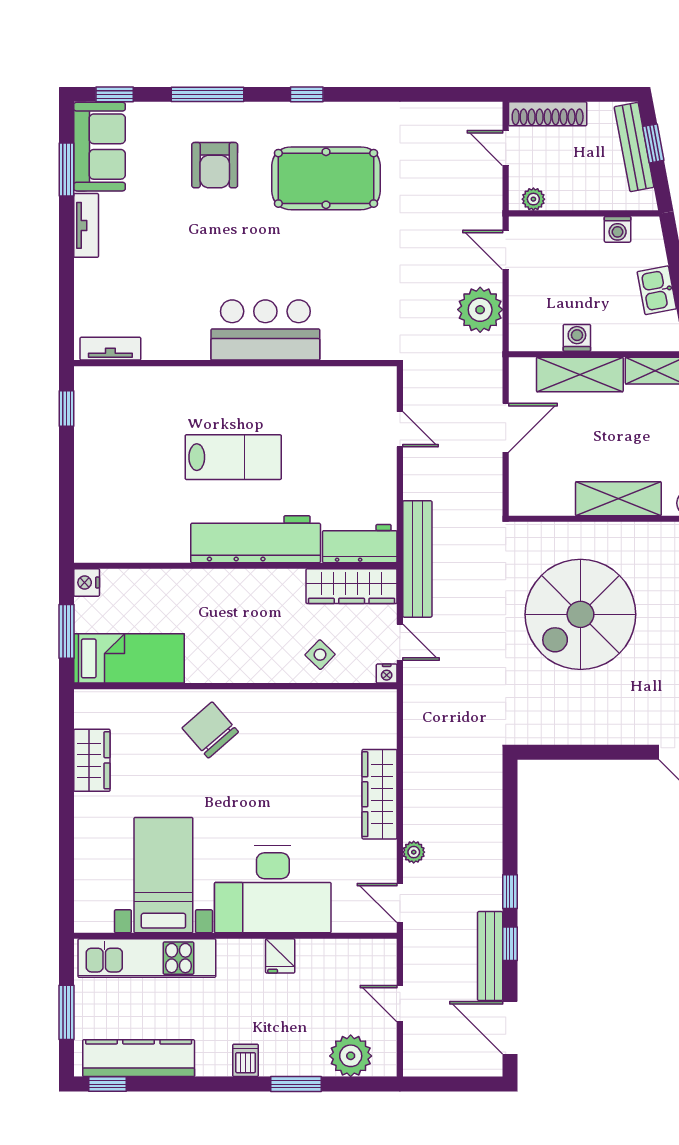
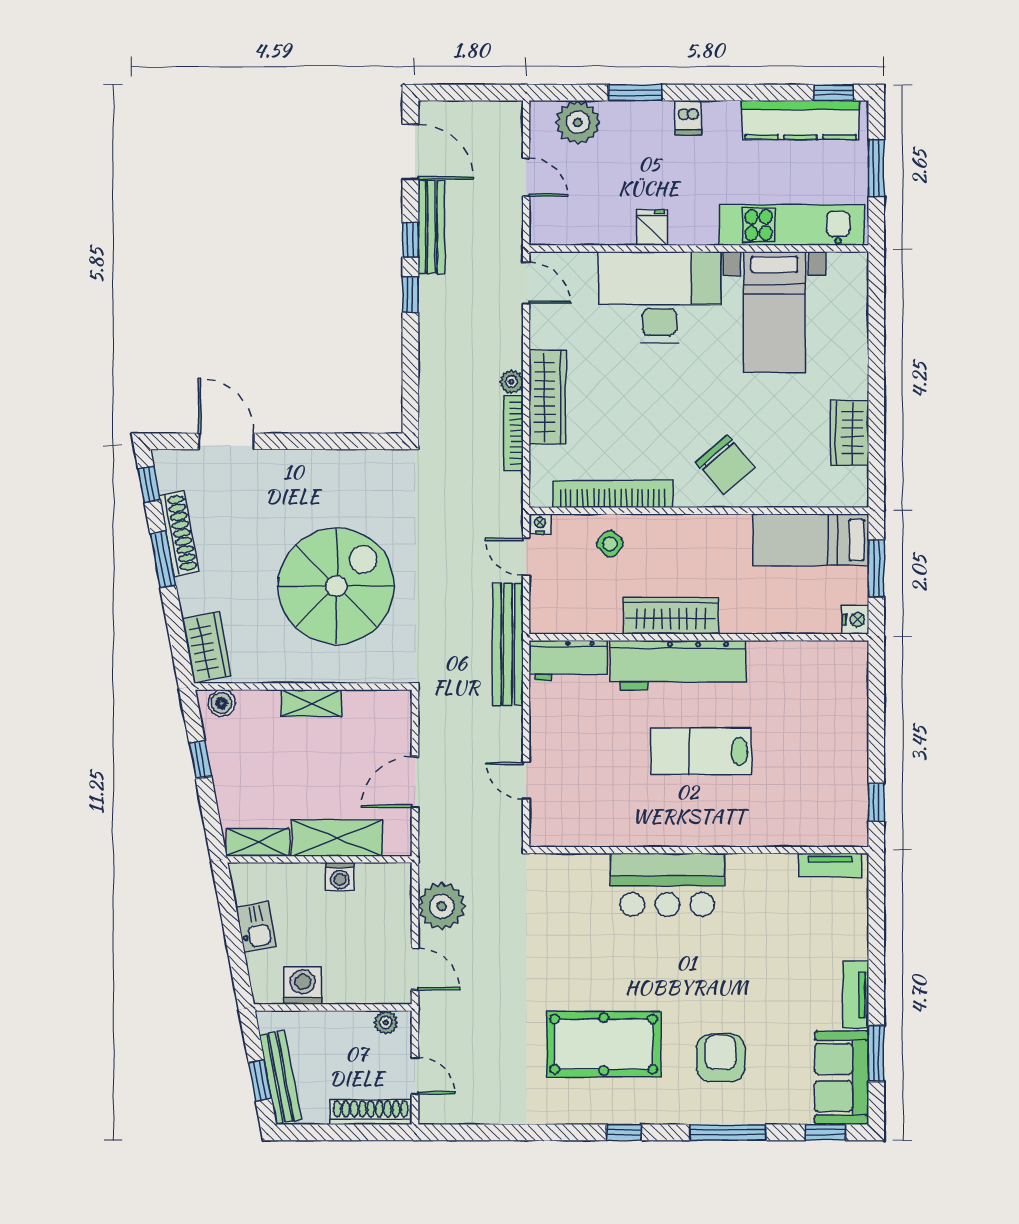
washing machine: (618, 229) -> (303, 985), width x1.38, depth x1.38
shelving: (618, 499) -> (311, 703), width x0.67, depth x0.75
wardrobe: (352, 586) -> (671, 616), moved
bookcase: (317, 702) -> (613, 494), added
bookcase: (412, 760) -> (513, 433), added
plant: (414, 852) -> (511, 382), moved

